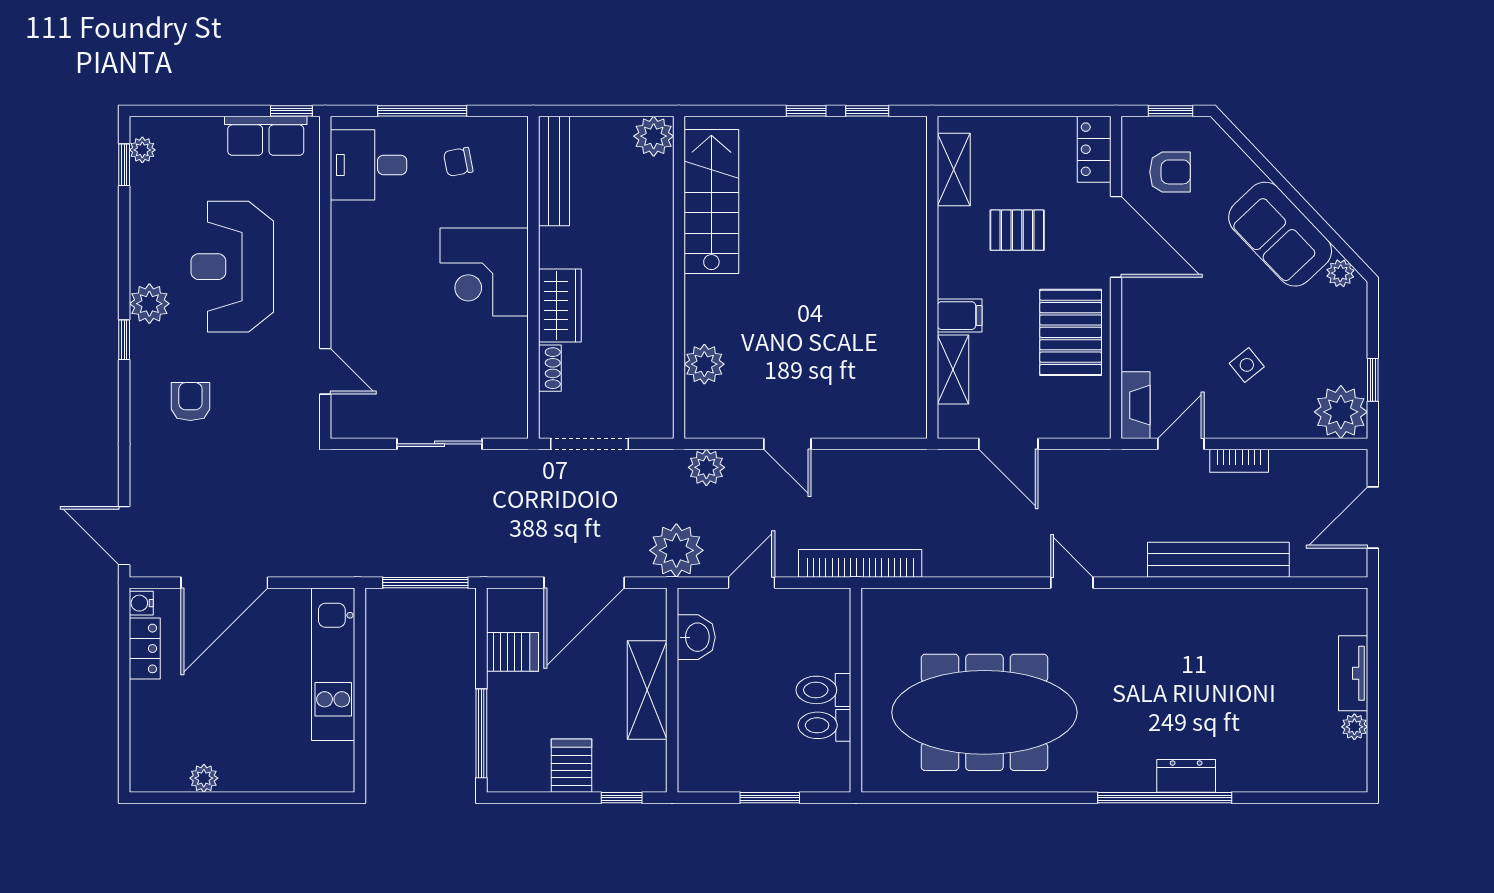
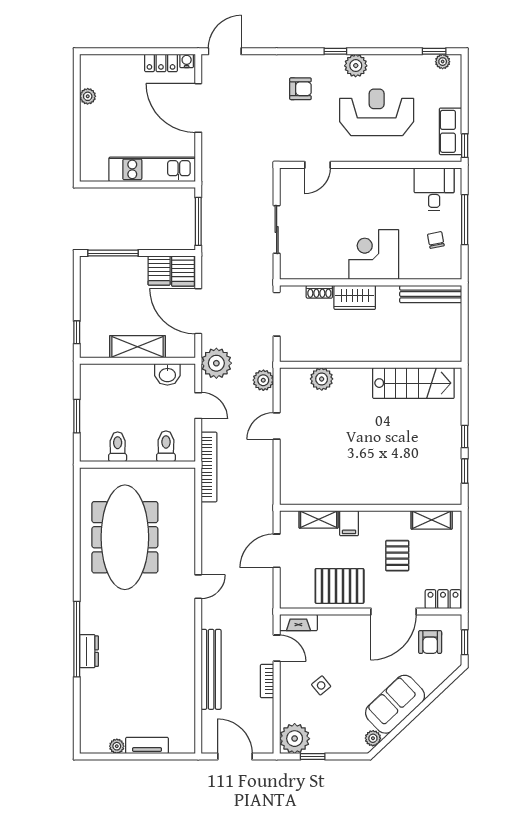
plant: (654, 136) -> (450, 350), removed
toilet: (823, 690) -> (166, 446), moved
server rack: (572, 766) -> (183, 271), moved, turned 90

